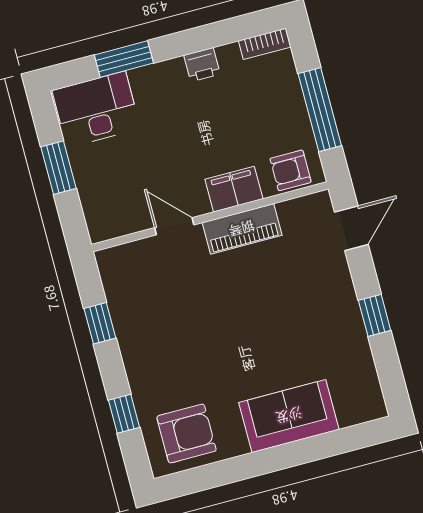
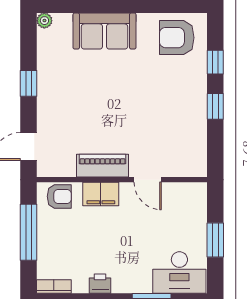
window: (100, 323) -> (215, 106), moved
plant: (376, 408) -> (44, 21), added

